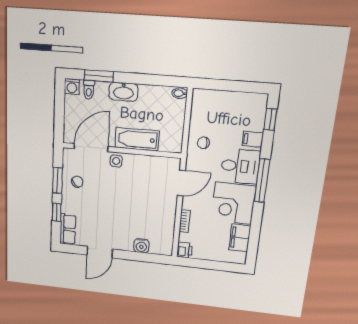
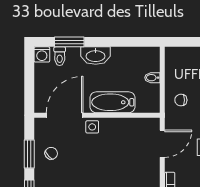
bidet: (180, 93) -> (152, 78), moved

